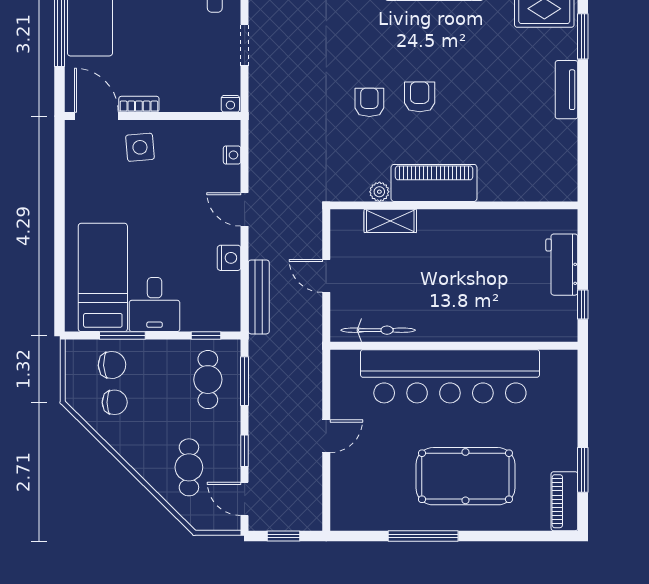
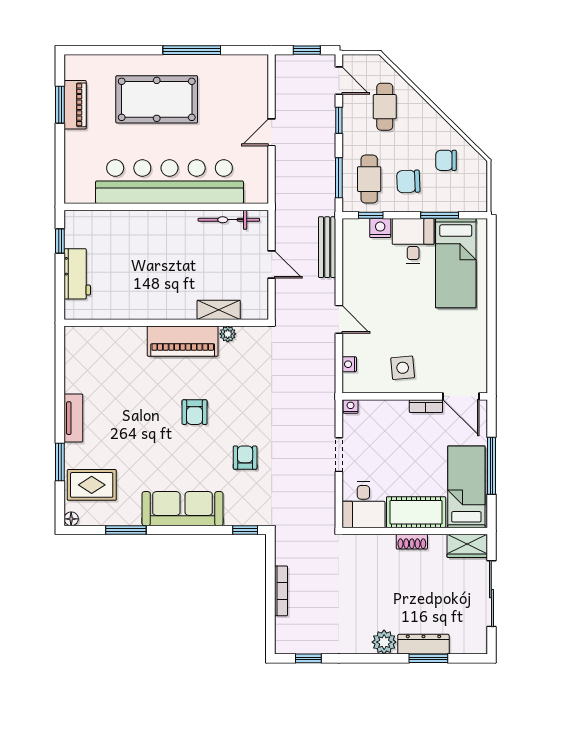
armchair: (369, 102) -> (245, 458), moved, turned 180
side table: (140, 147) -> (403, 368), moved
nightstand: (229, 258) -> (380, 228), moved, turned 90
chair: (112, 365) -> (408, 181), moved
piano: (564, 501) -> (75, 105), moved

